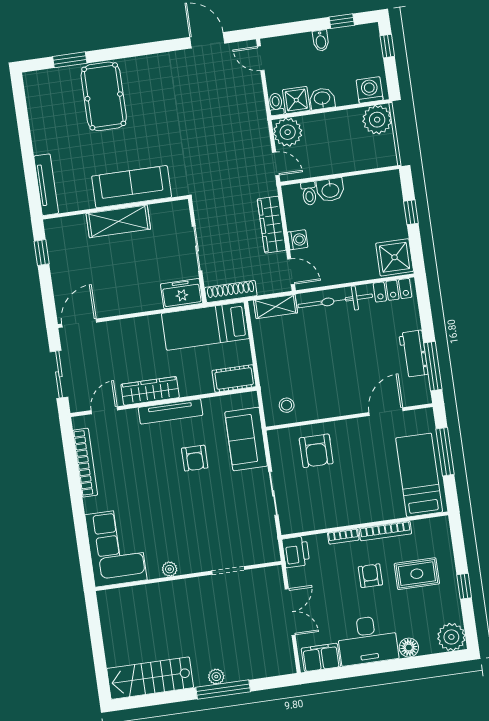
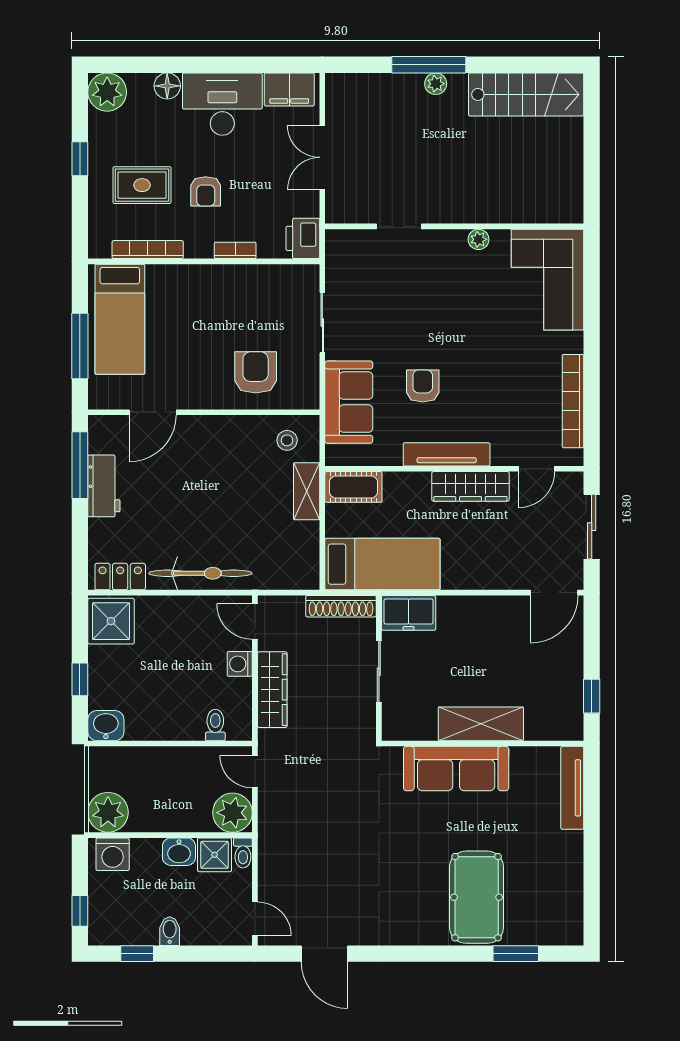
washbasin: (330, 190) -> (106, 726), moved
shelving: (276, 307) -> (307, 491), moved, turned 90
bookcase: (385, 531) -> (148, 250), moved

